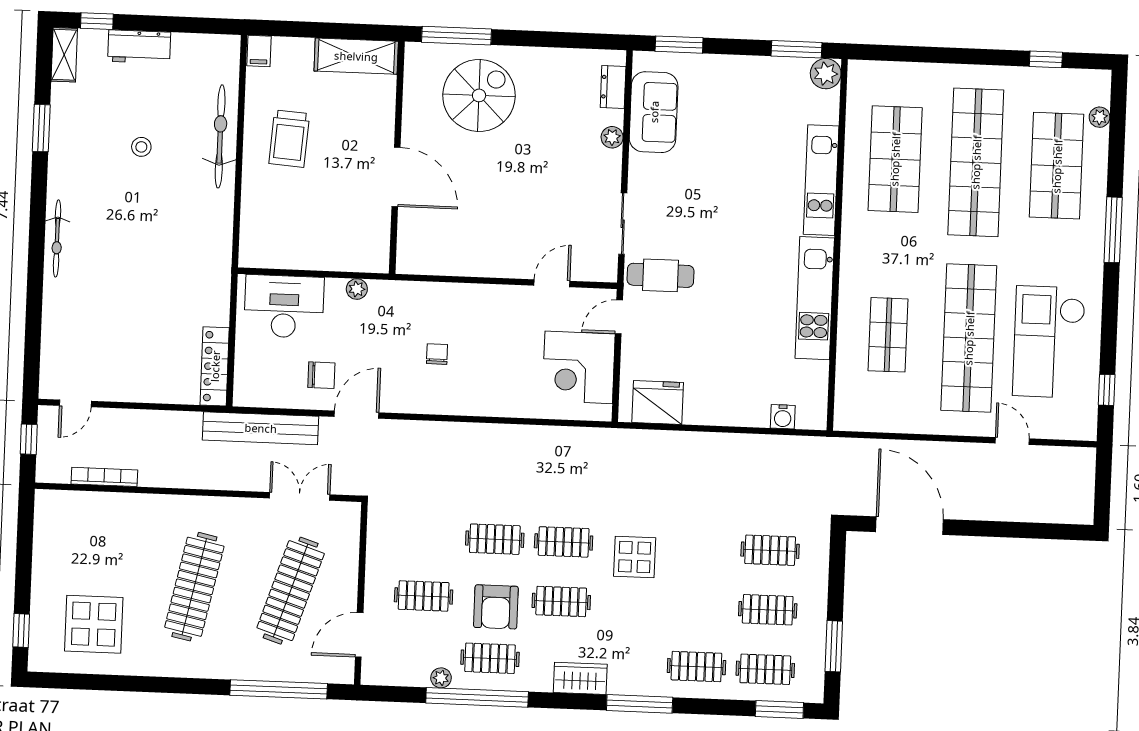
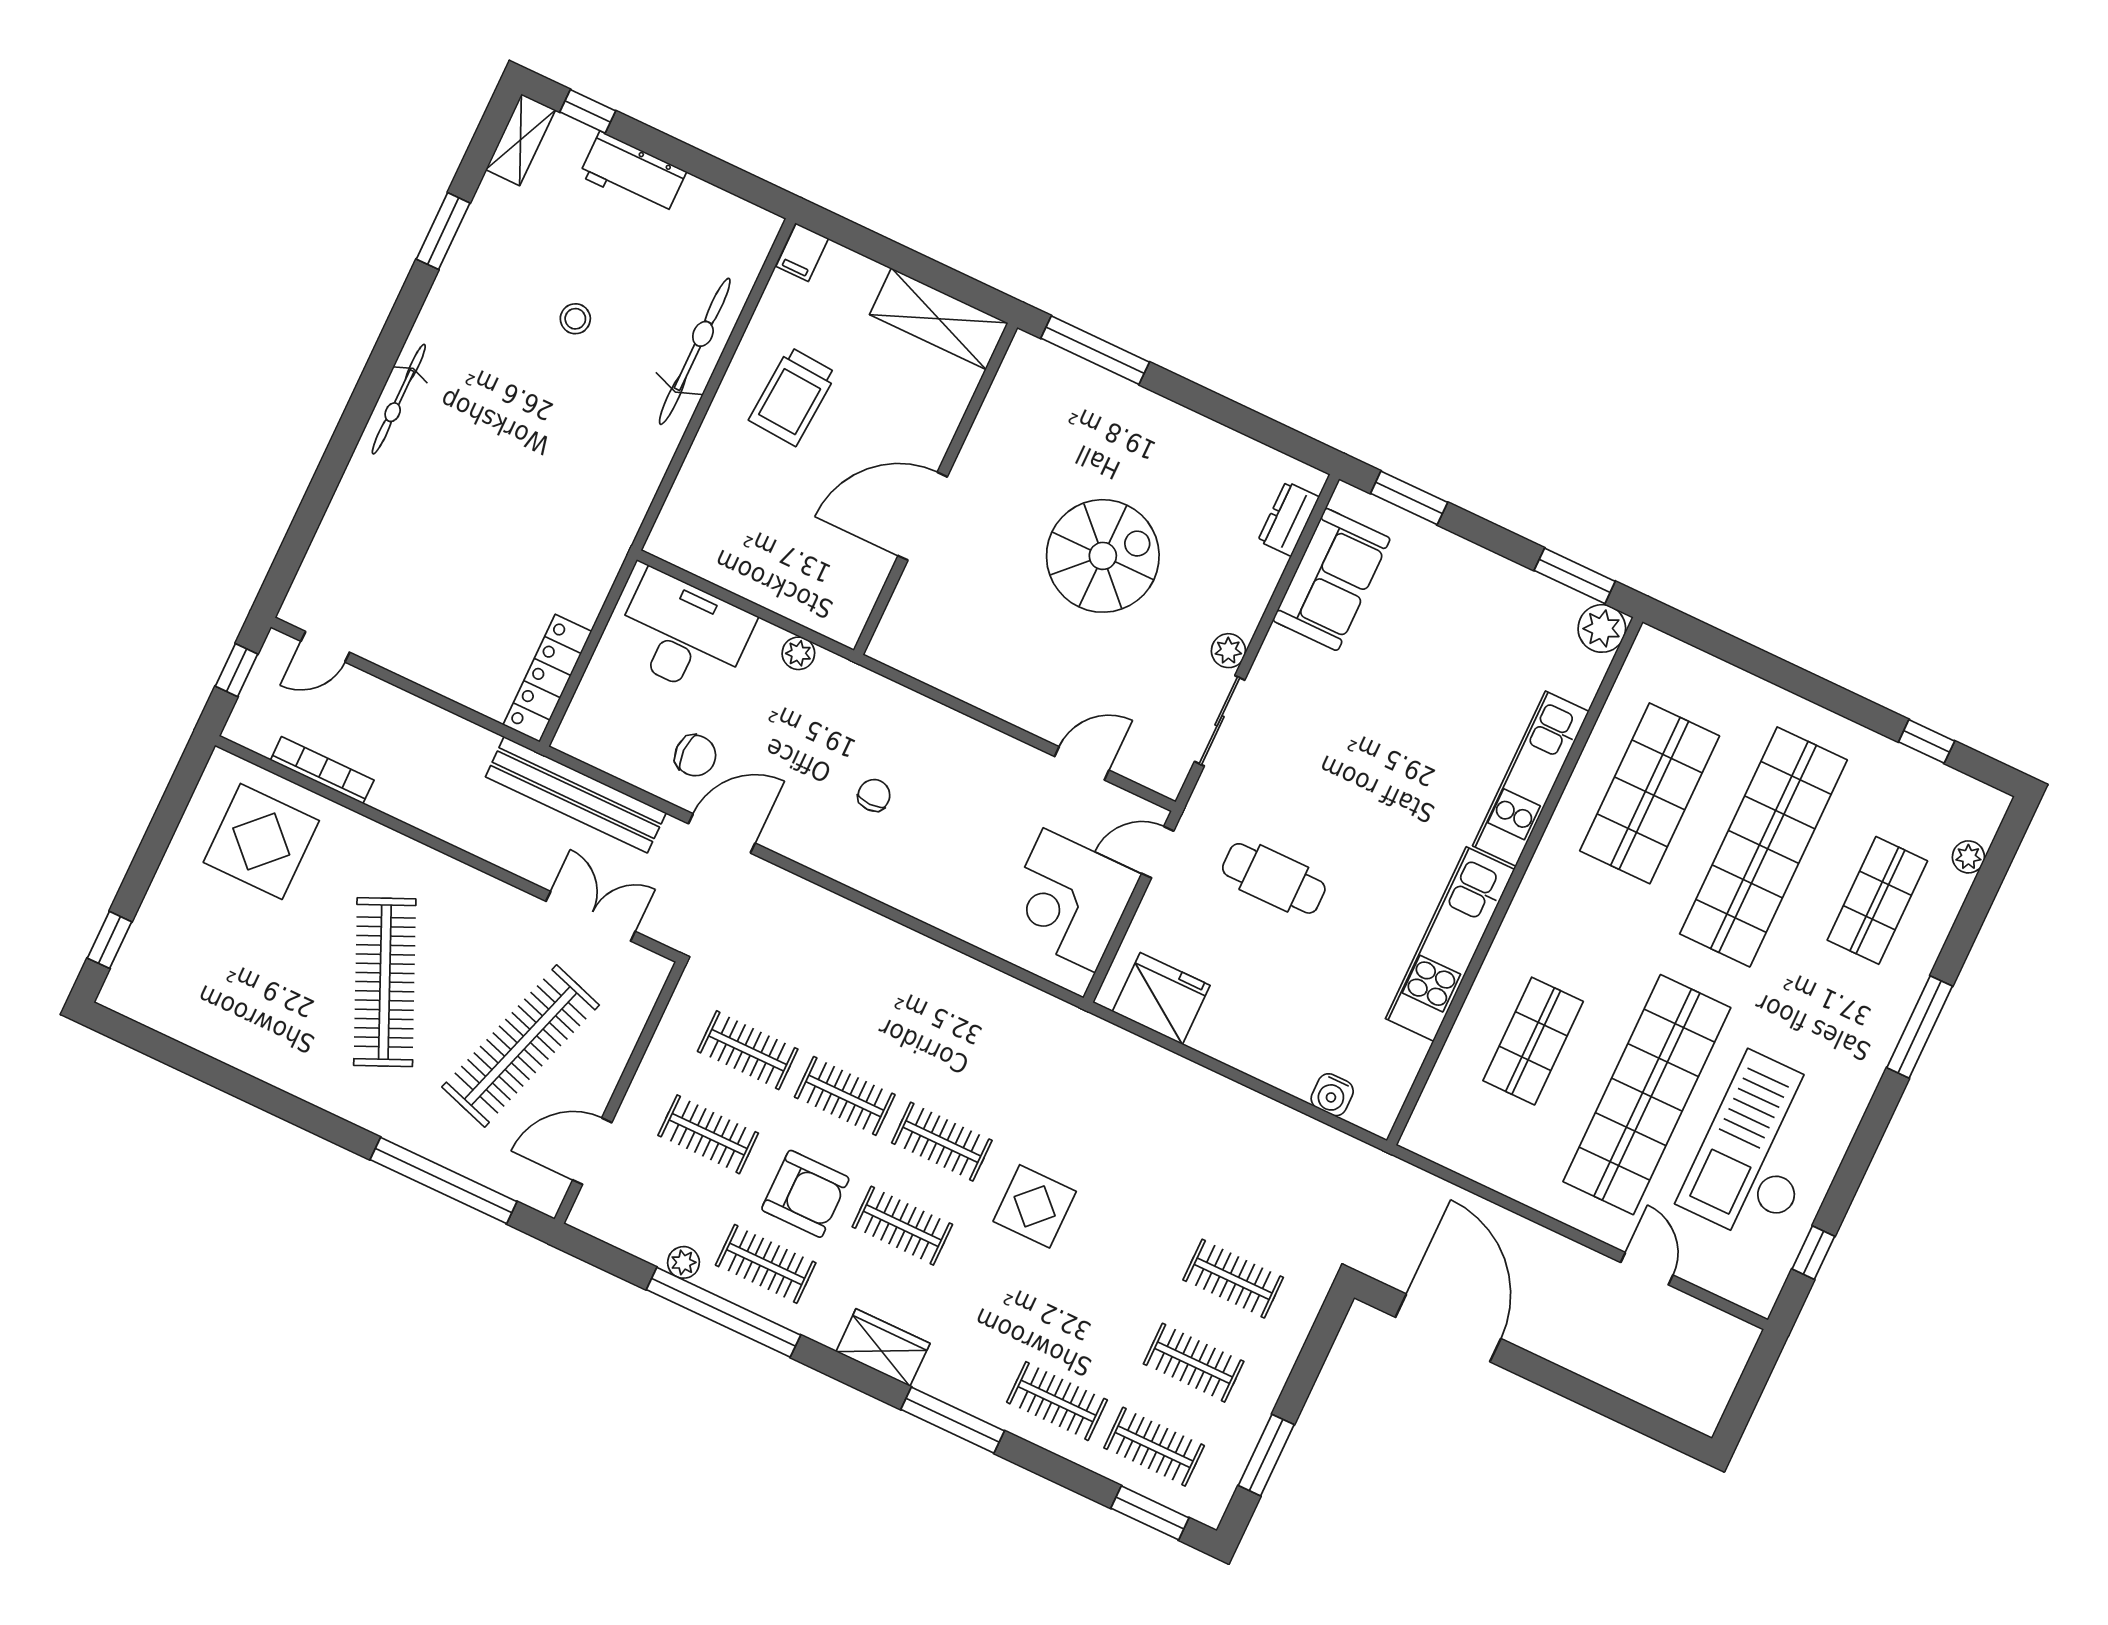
spiral stairs: (479, 95) -> (1103, 556), moved
plant: (612, 137) -> (1228, 651), moved
shop shelf: (1057, 166) -> (1877, 900), width x0.70, depth x0.74
door: (396, 177) -> (923, 516), swing flipped
cafe table: (661, 275) -> (1274, 878), moved
clothes rail: (426, 536) -> (748, 1050), added
clothes rail: (194, 587) -> (385, 982), turned -36
armchair: (496, 607) -> (805, 1194), turned -90
display table: (94, 624) -> (261, 841), moved

